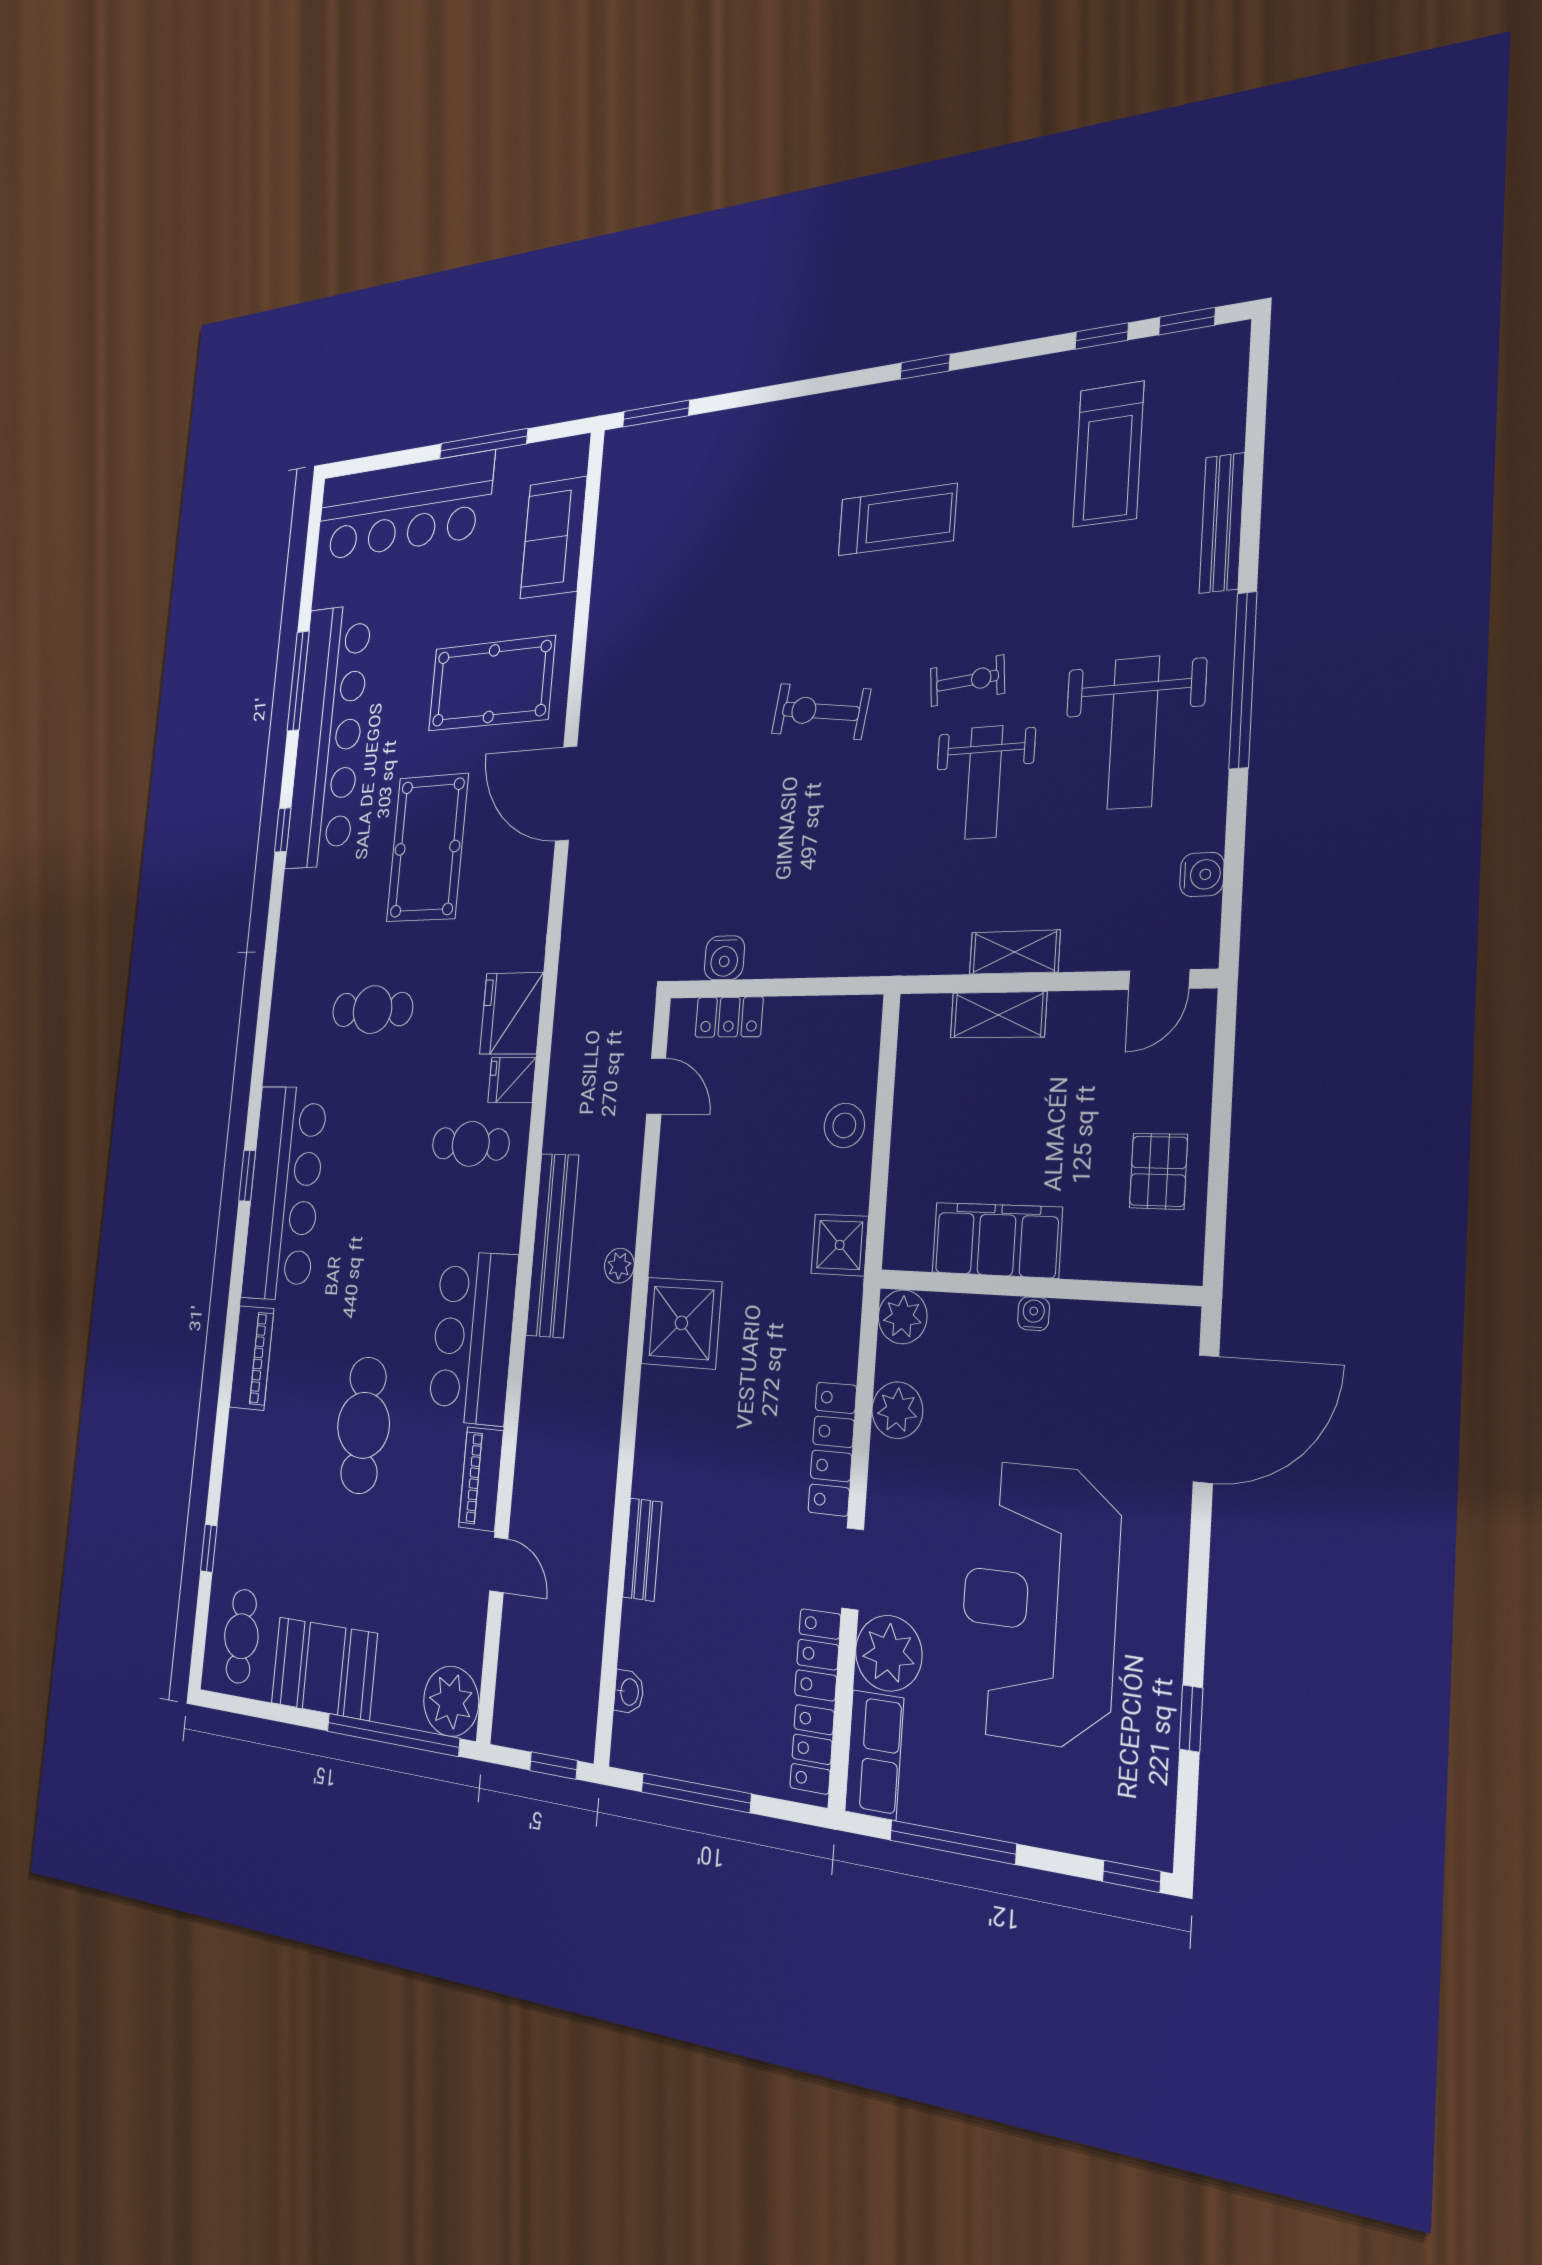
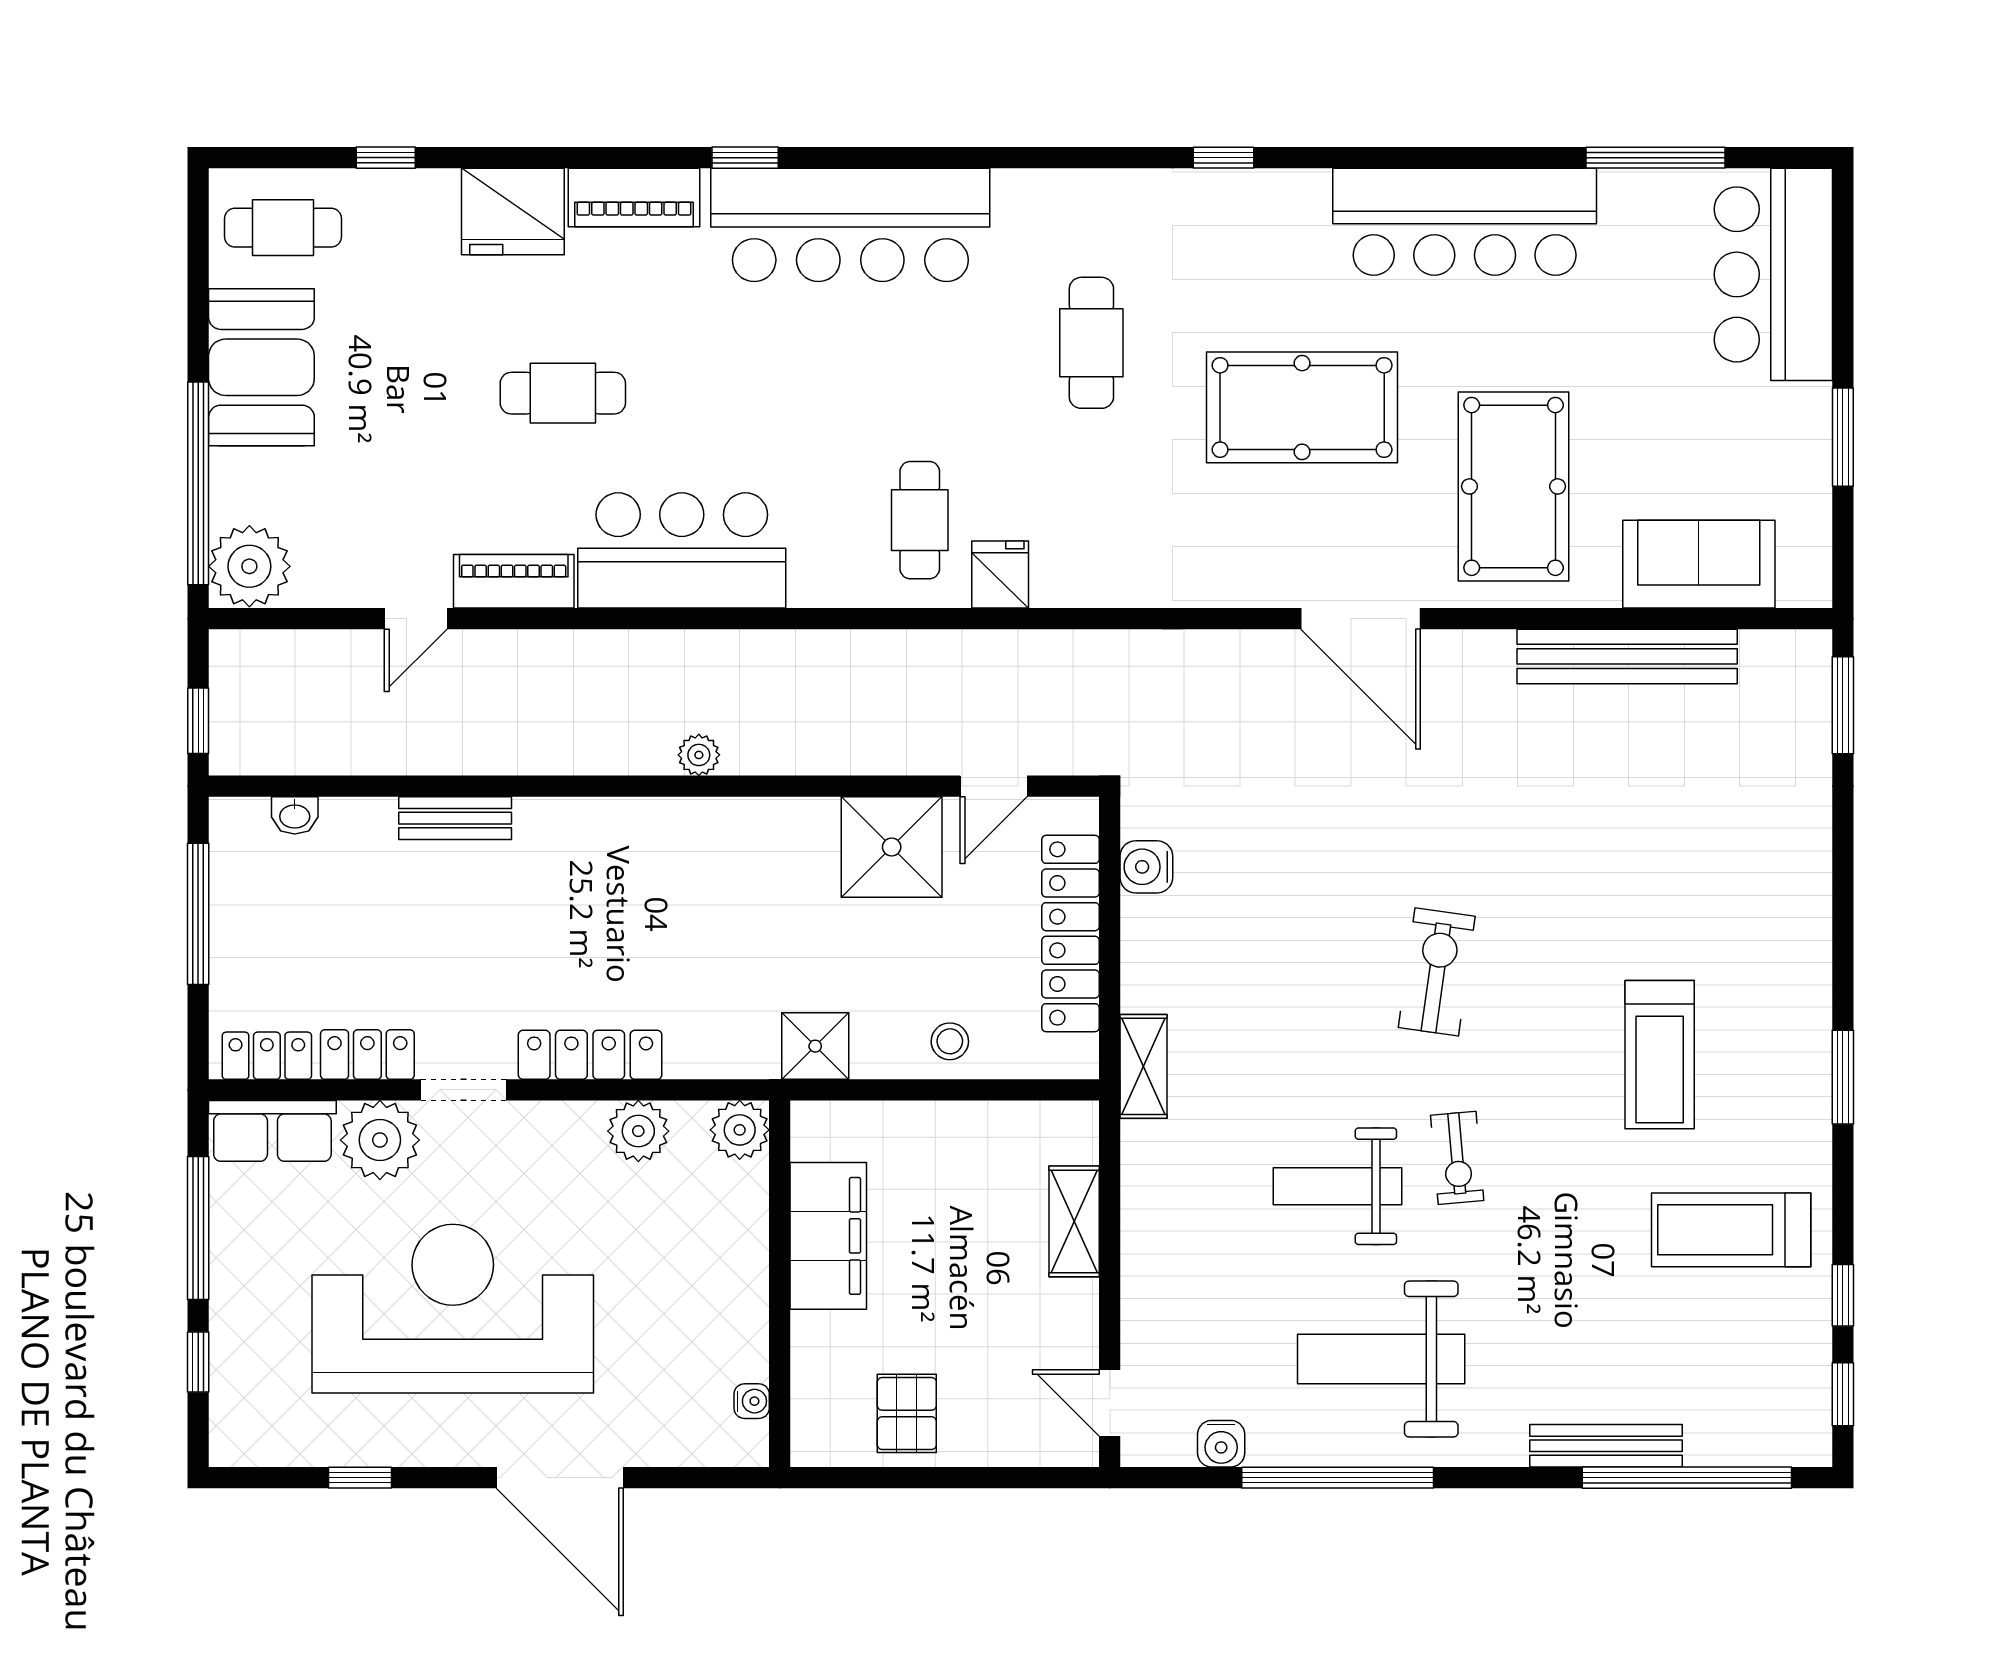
window: (925, 367) -> (1843, 1077), width x1.50
window: (483, 444) -> (1843, 437), width x0.69
window: (1255, 447) -> (1687, 1478), added
treadmill: (1108, 454) -> (1731, 1230), moved
bar counter: (404, 506) -> (1773, 274), width x0.73
window: (1243, 680) -> (1338, 1478), moved
window: (298, 681) -> (1656, 158), moved
bar counter: (329, 736) -> (1465, 222), width x0.73
door: (566, 794) -> (1360, 619), swing flipped
window: (283, 830) -> (1224, 158), moved
shelving: (1015, 952) -> (1144, 1066), moved
fridge: (511, 1013) -> (513, 211), moved, turned 180
locker: (729, 1017) -> (1071, 934), width x2.16, depth x1.21
stool: (844, 1125) -> (950, 1041), width x0.73, depth x0.73
pallet: (1158, 1171) -> (907, 1413), turned 90
window: (247, 1176) -> (745, 158), moved
bench: (552, 1245) -> (1627, 656), moved
plant: (619, 1266) -> (699, 755), moved
water cooler: (1034, 1314) -> (752, 1401), moved
shower: (681, 1323) -> (892, 847), moved
door: (1206, 1419) -> (560, 1478), moved
cafe table: (363, 1425) -> (563, 393), width x0.73, depth x0.74
window: (1132, 1876) -> (198, 1362), moved

